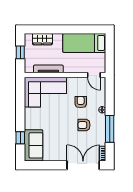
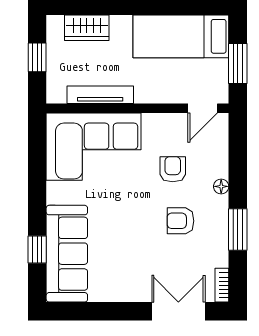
window: (110, 55) -> (238, 64), added
door: (94, 75) -> (203, 108), hinge flipped
window: (110, 129) -> (238, 229), width x0.69
sofa: (34, 145) -> (67, 254), width x1.36
double door: (83, 165) -> (178, 311), width x0.73

